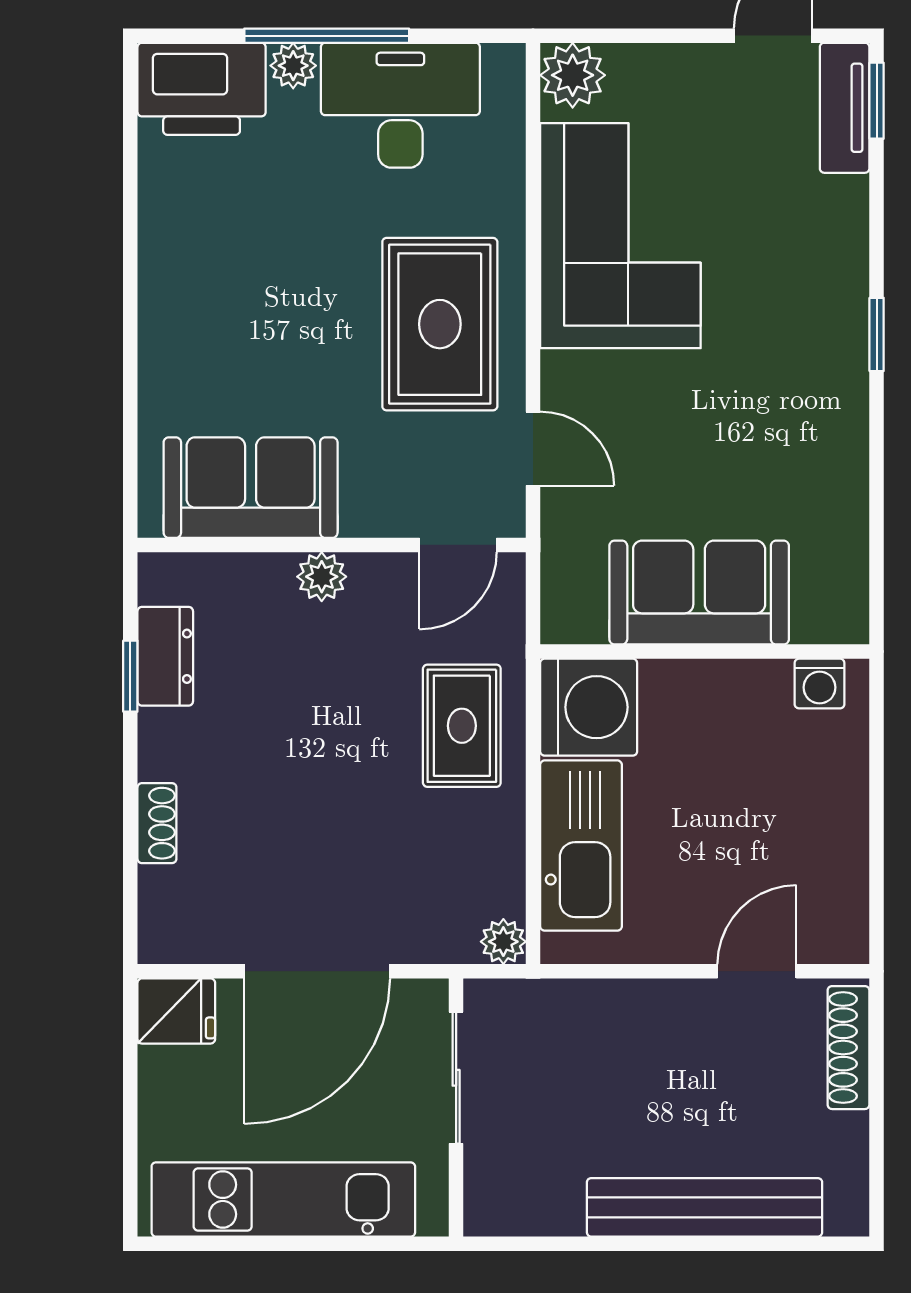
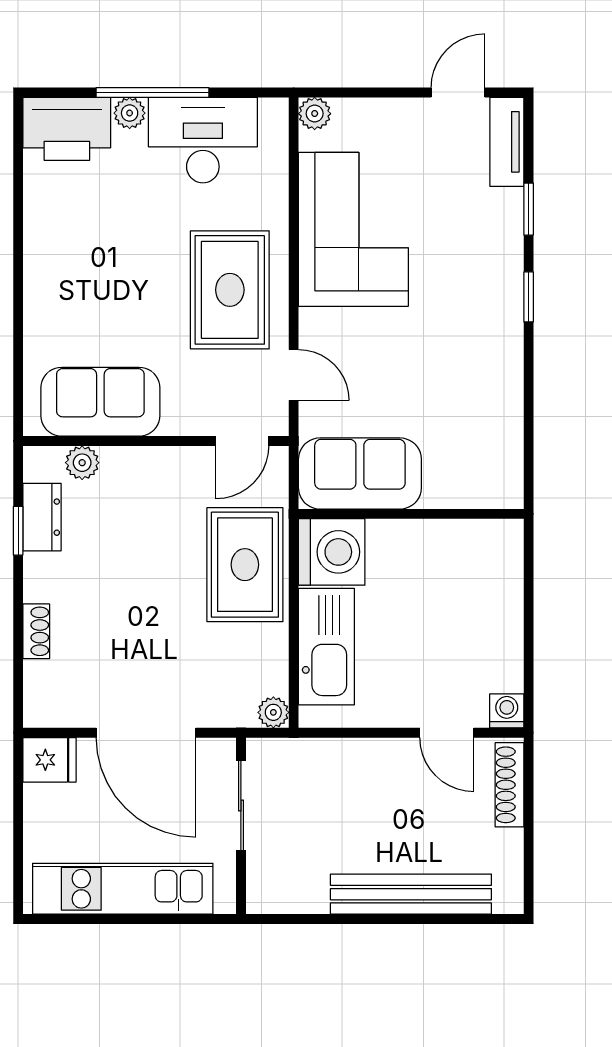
plant: (573, 75) -> (315, 114), width x0.73, depth x0.73
window: (877, 101) -> (529, 209), moved
plant: (322, 577) -> (82, 463), moved
sofa: (699, 593) -> (360, 474), moved
washing machine: (820, 684) -> (507, 711), moved, turned 180
rug: (462, 726) -> (245, 565), width x1.36, depth x1.43
door: (317, 971) -> (146, 733), hinge flipped
door: (757, 971) -> (447, 733), swing flipped

